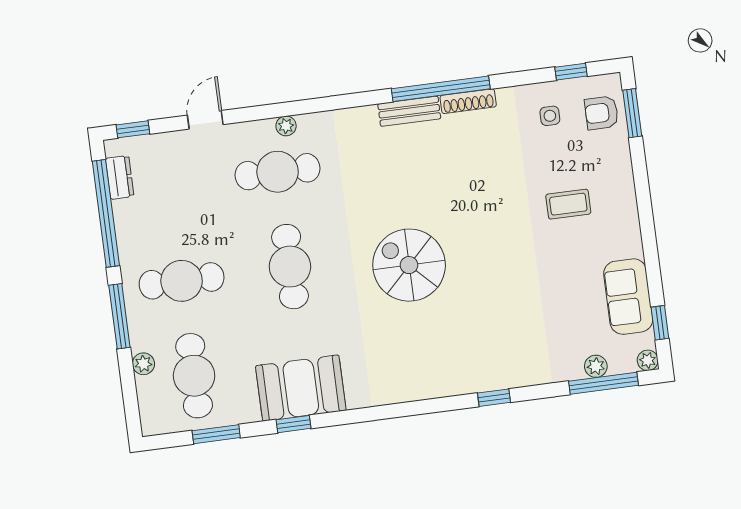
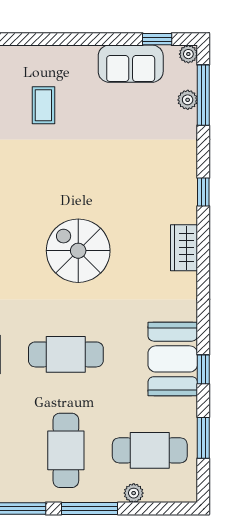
spiral stairs: (409, 265) -> (78, 251), turned 90
wardrobe: (428, 384) -> (184, 248), added

